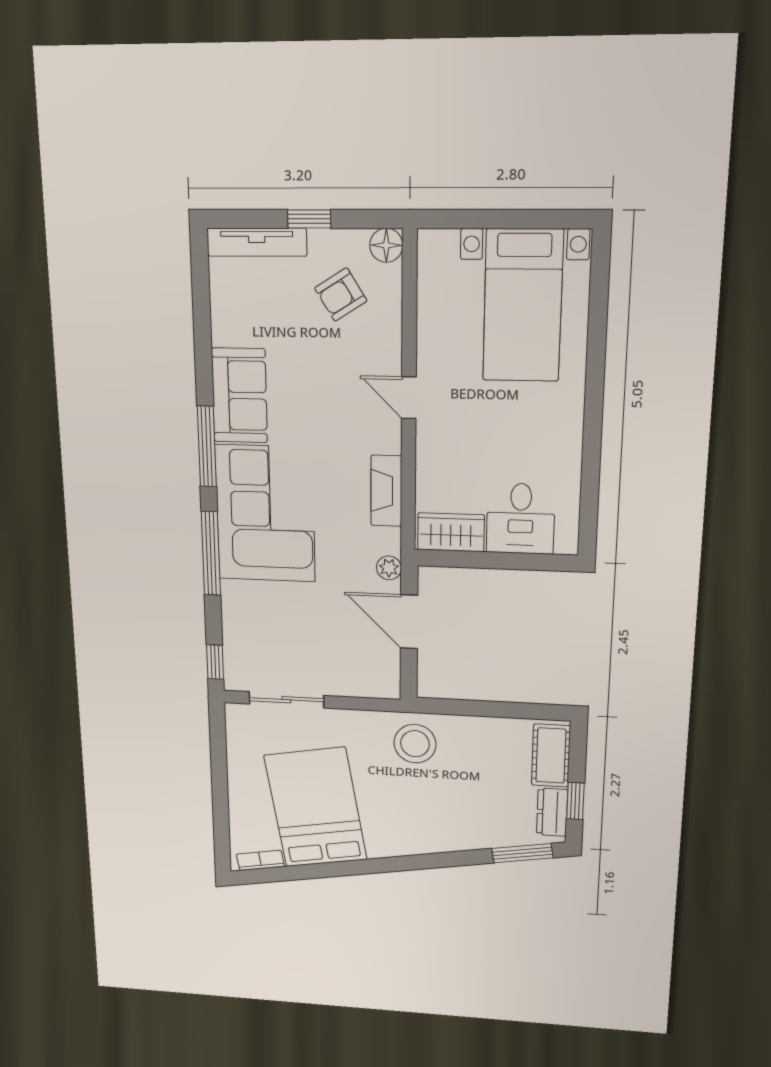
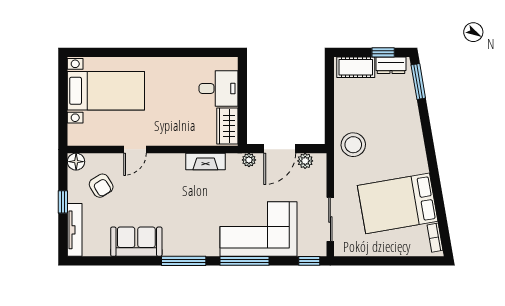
sofa: (239, 396) -> (136, 242), moved
door: (409, 398) -> (135, 149), moved
corner sofa: (265, 514) -> (259, 229), moved
plant: (387, 664) -> (305, 161), added

